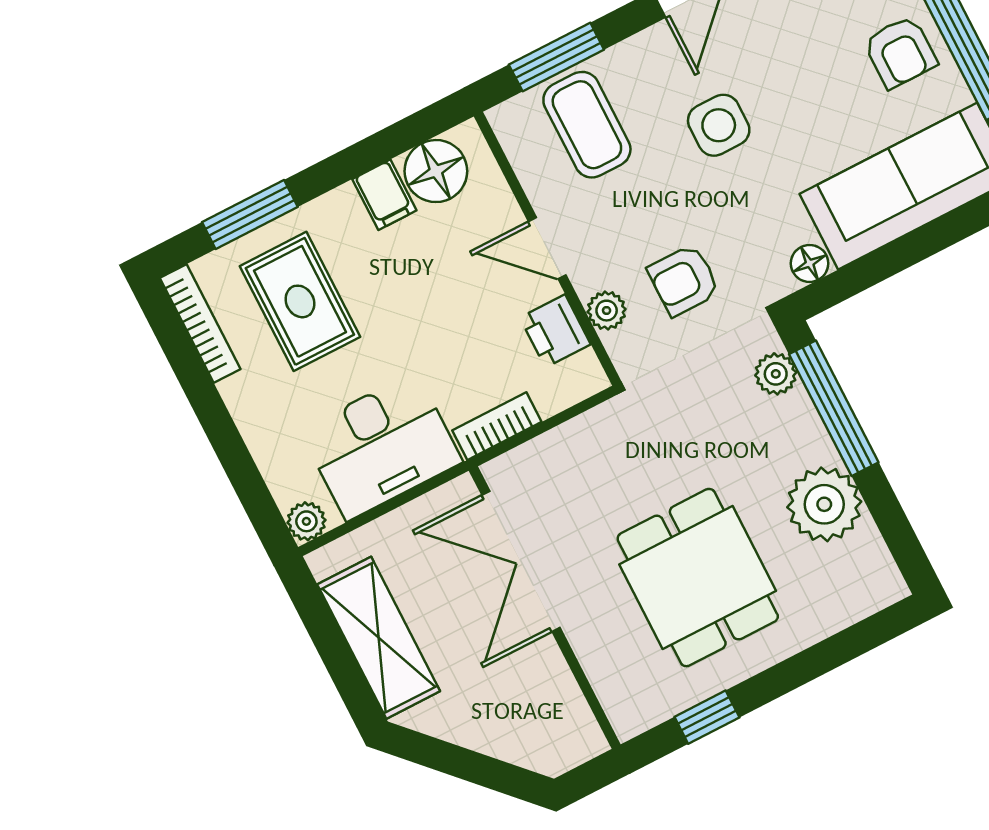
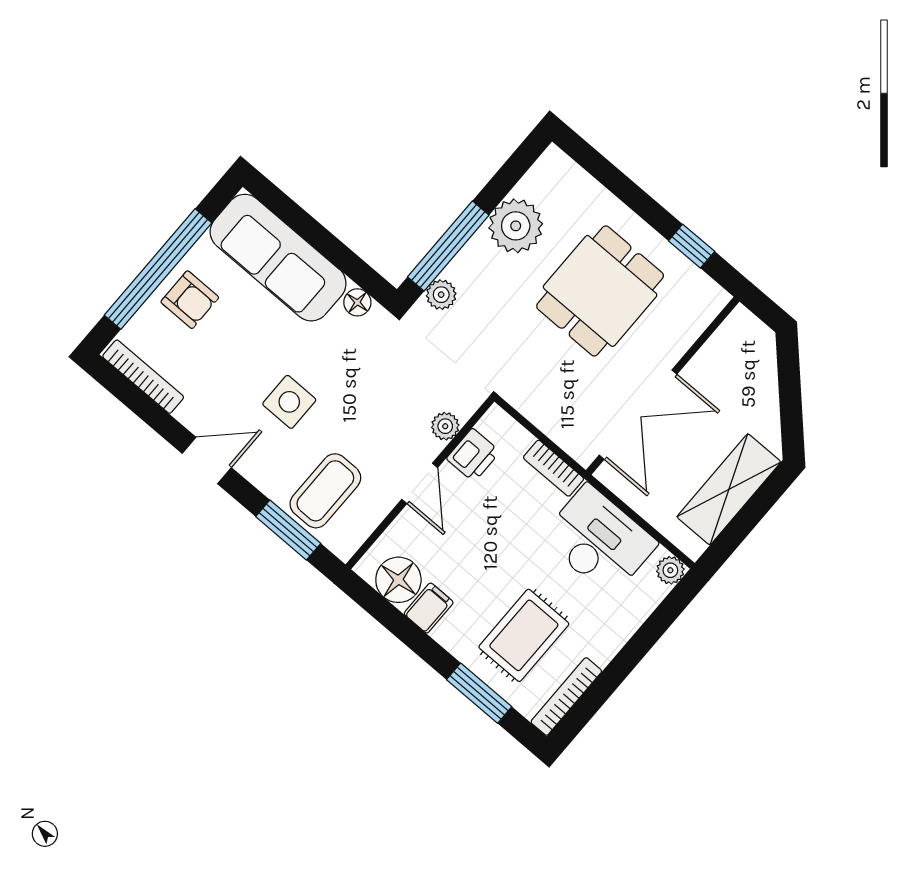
armchair: (900, 52) -> (190, 300), turned 90
armchair: (684, 280) -> (403, 383), removed

